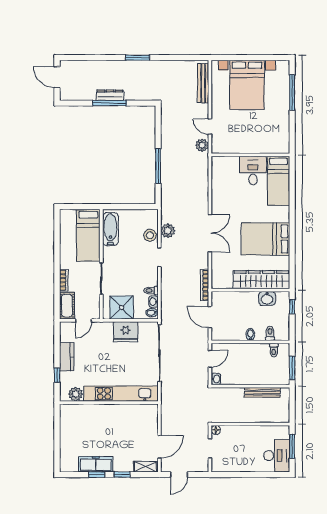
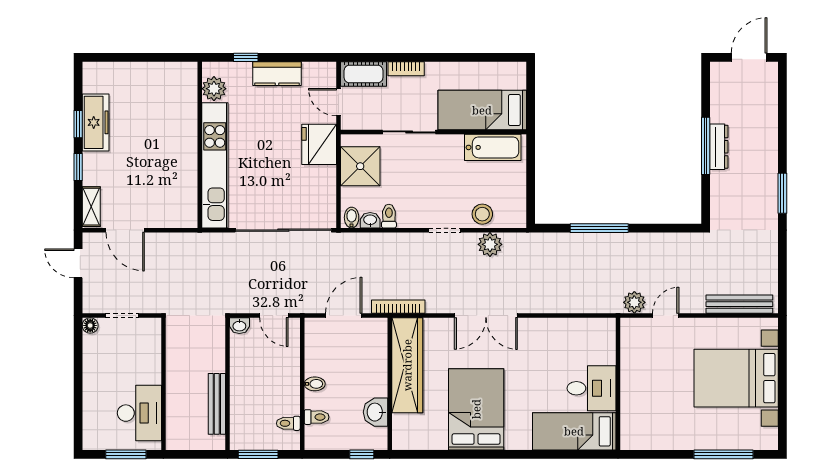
wardrobe: (261, 280) -> (407, 365), moved
fridge: (126, 332) -> (319, 144), moved
floor lamp: (216, 430) -> (90, 325), moved
desk: (277, 456) -> (139, 413), moved, turned -90

